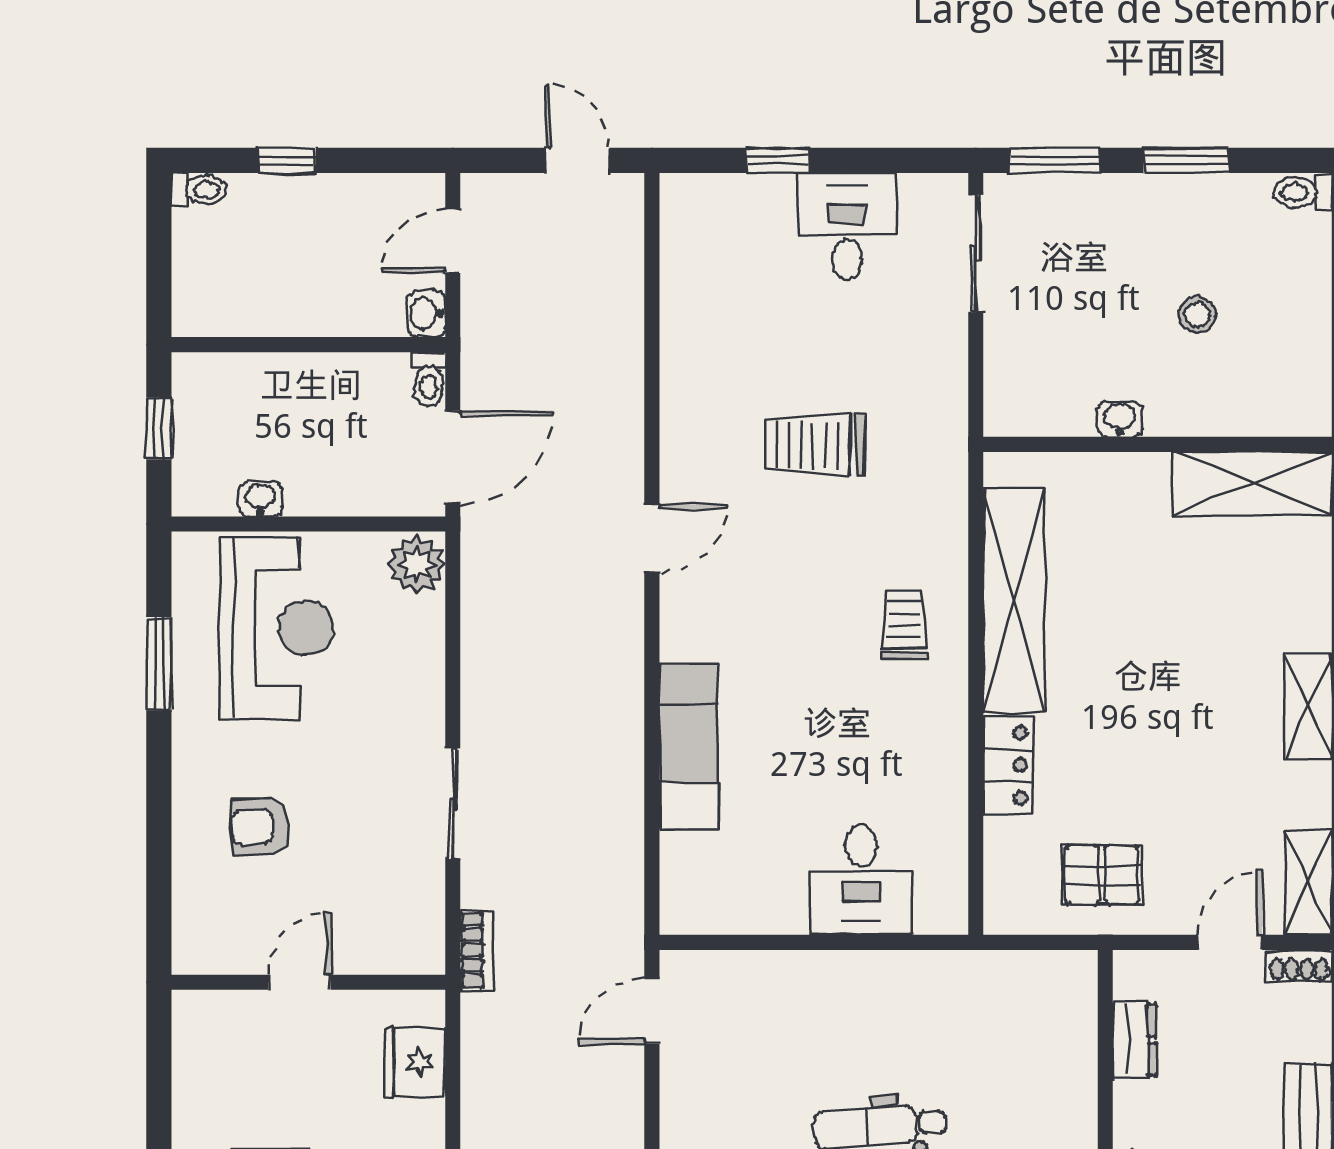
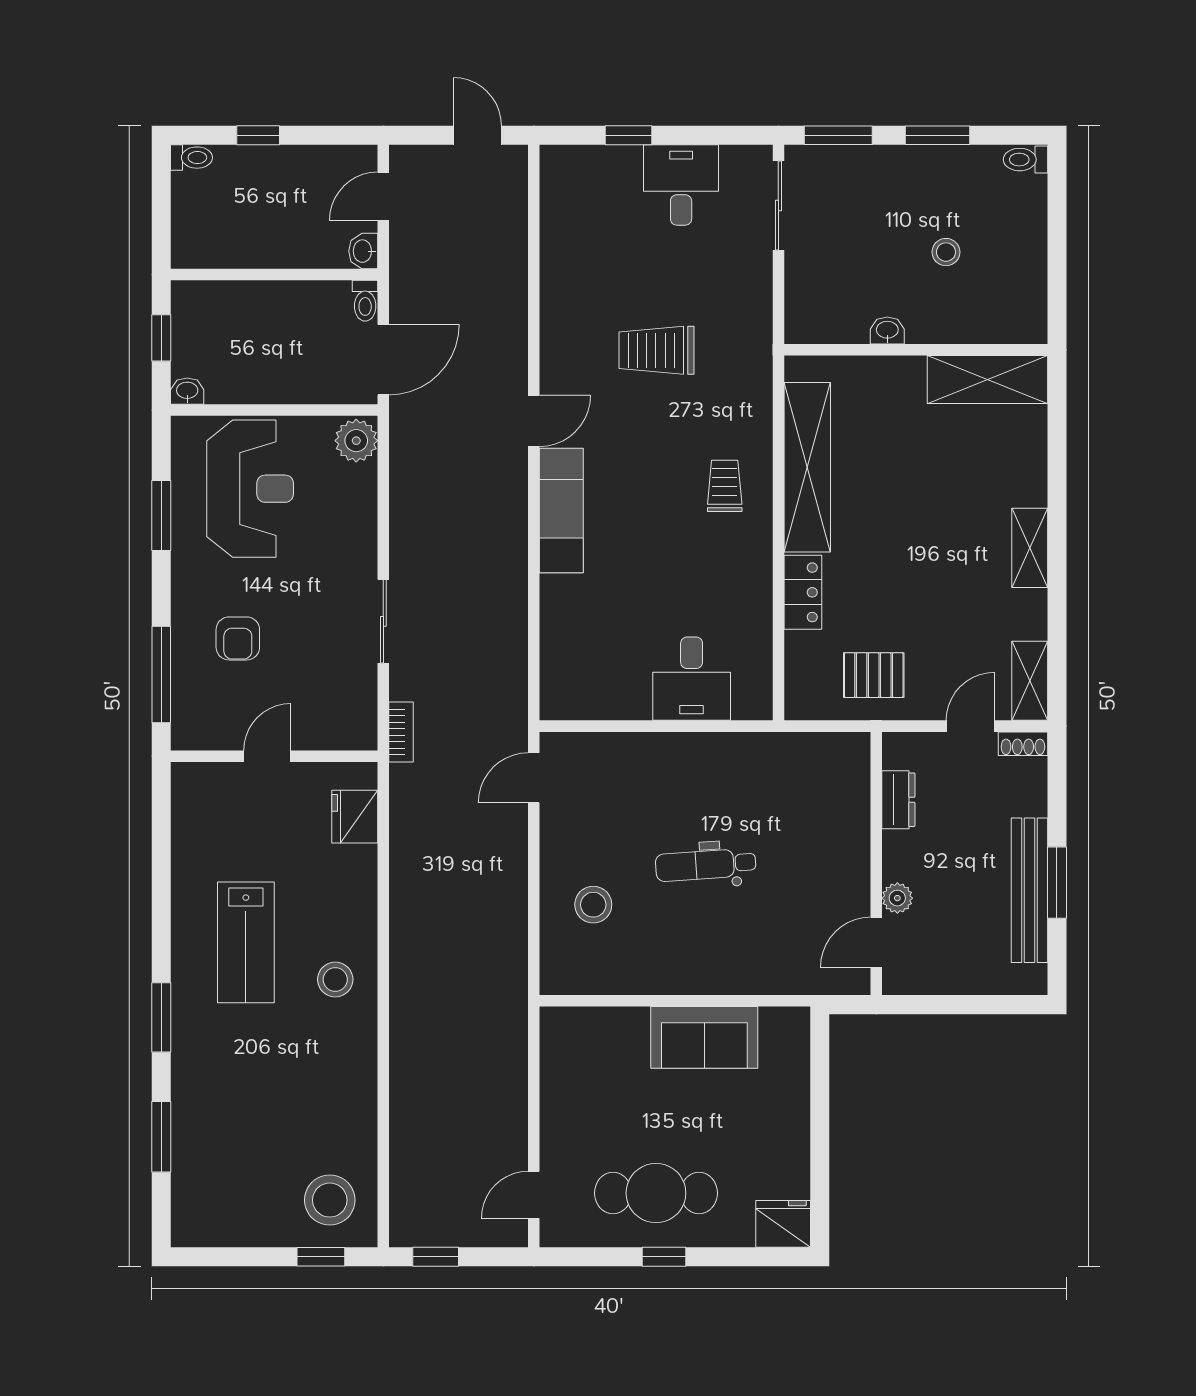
washbasin: (260, 499) -> (187, 391), moved
exam couch: (688, 746) -> (561, 510), moved
armchair: (260, 826) -> (238, 638), turned -86
window: (159, 874) -> (161, 675), added

